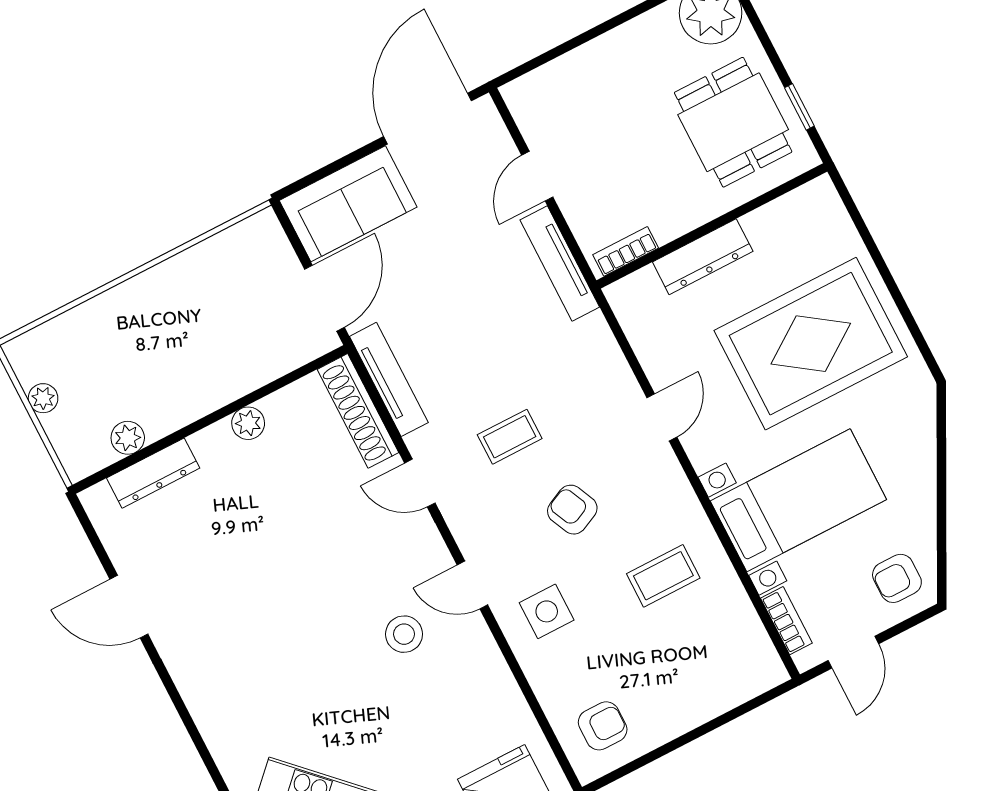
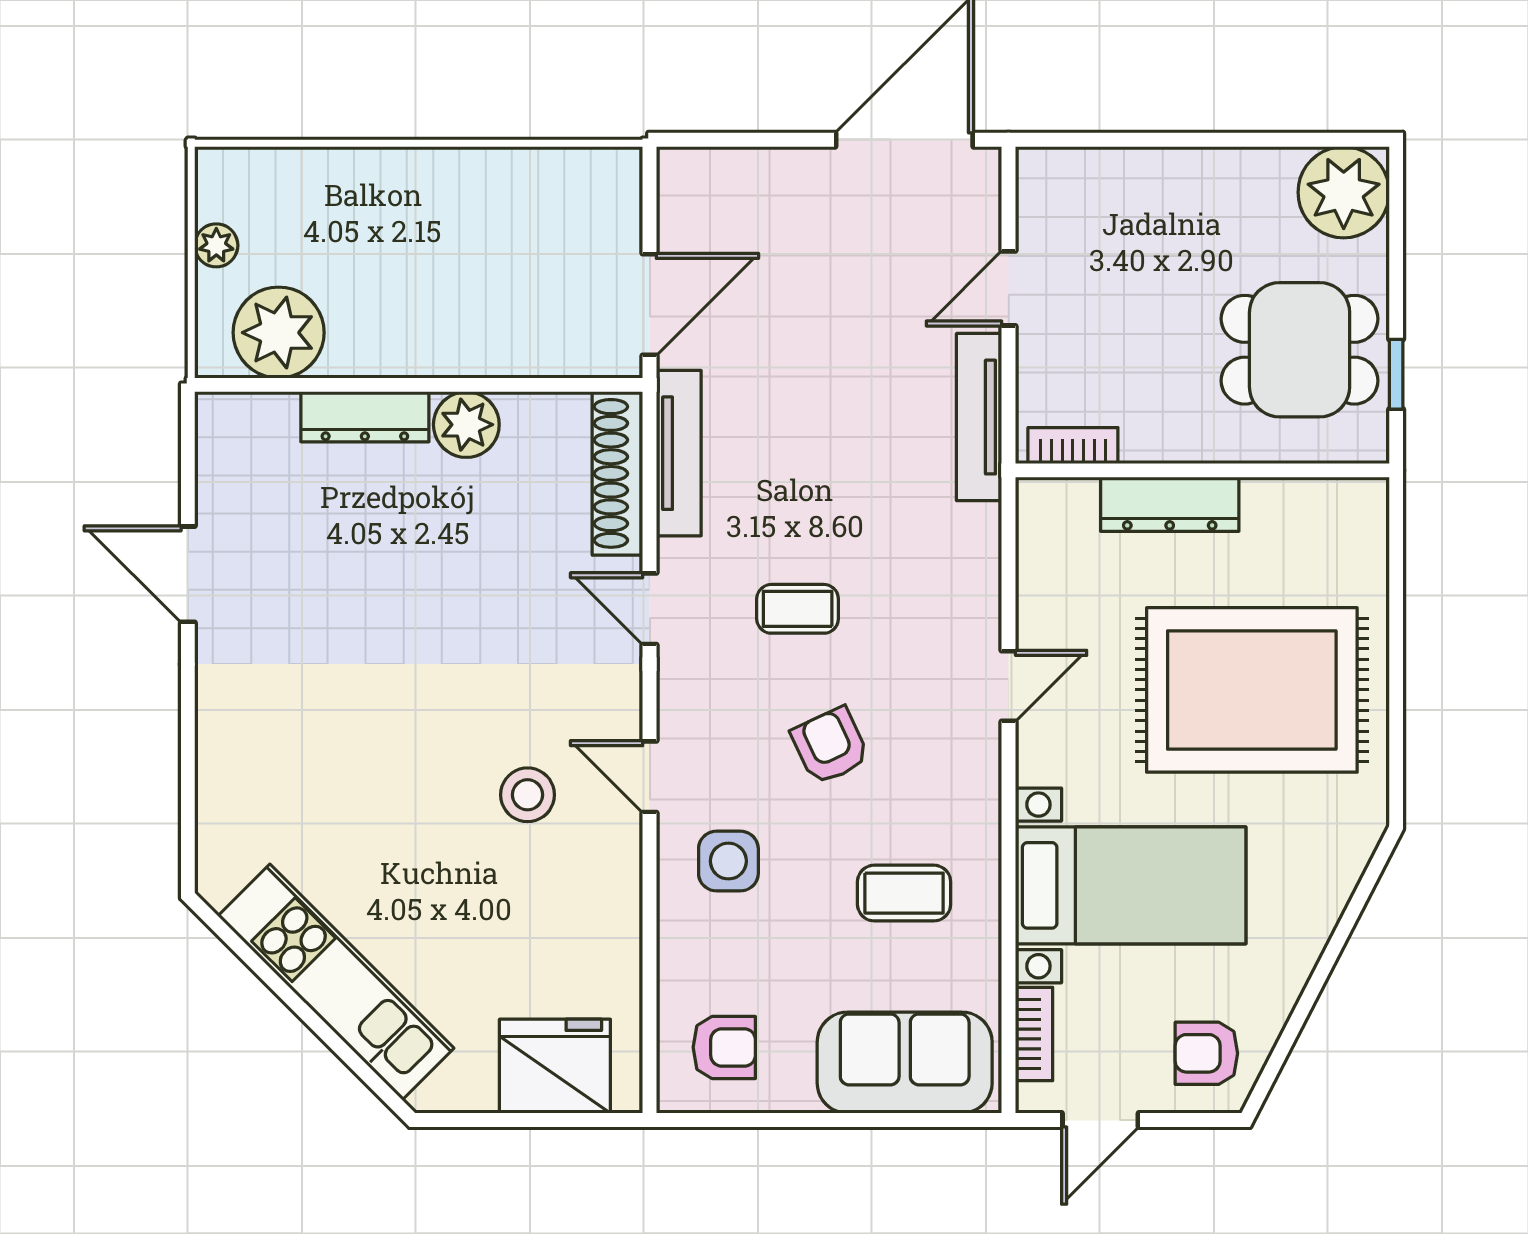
dining table: (733, 122) -> (1300, 350), turned 90
sofa: (348, 204) -> (905, 1063), moved, turned 180
plant: (248, 423) -> (466, 425), width x1.38, depth x1.38
plant: (128, 438) -> (279, 333), width x1.87, depth x1.87
dresser: (153, 473) -> (365, 417), moved

